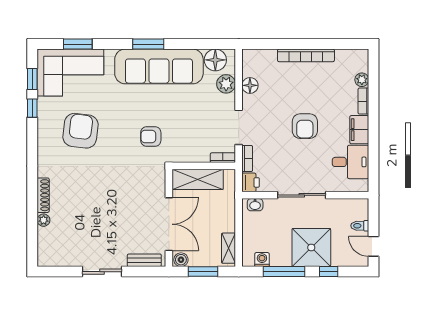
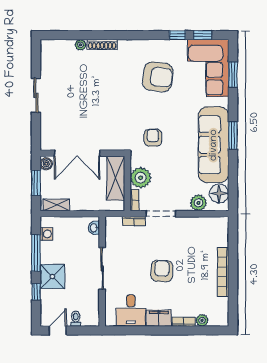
floor lamp: (250, 85) -> (197, 223), removed
armchair: (305, 126) -> (162, 271), turned 92
plant: (197, 151) -> (141, 178), added
printer: (251, 182) -> (113, 224), removed
shower: (311, 247) -> (52, 277), width x0.73, depth x0.73
bench: (144, 260) -> (46, 132), removed

